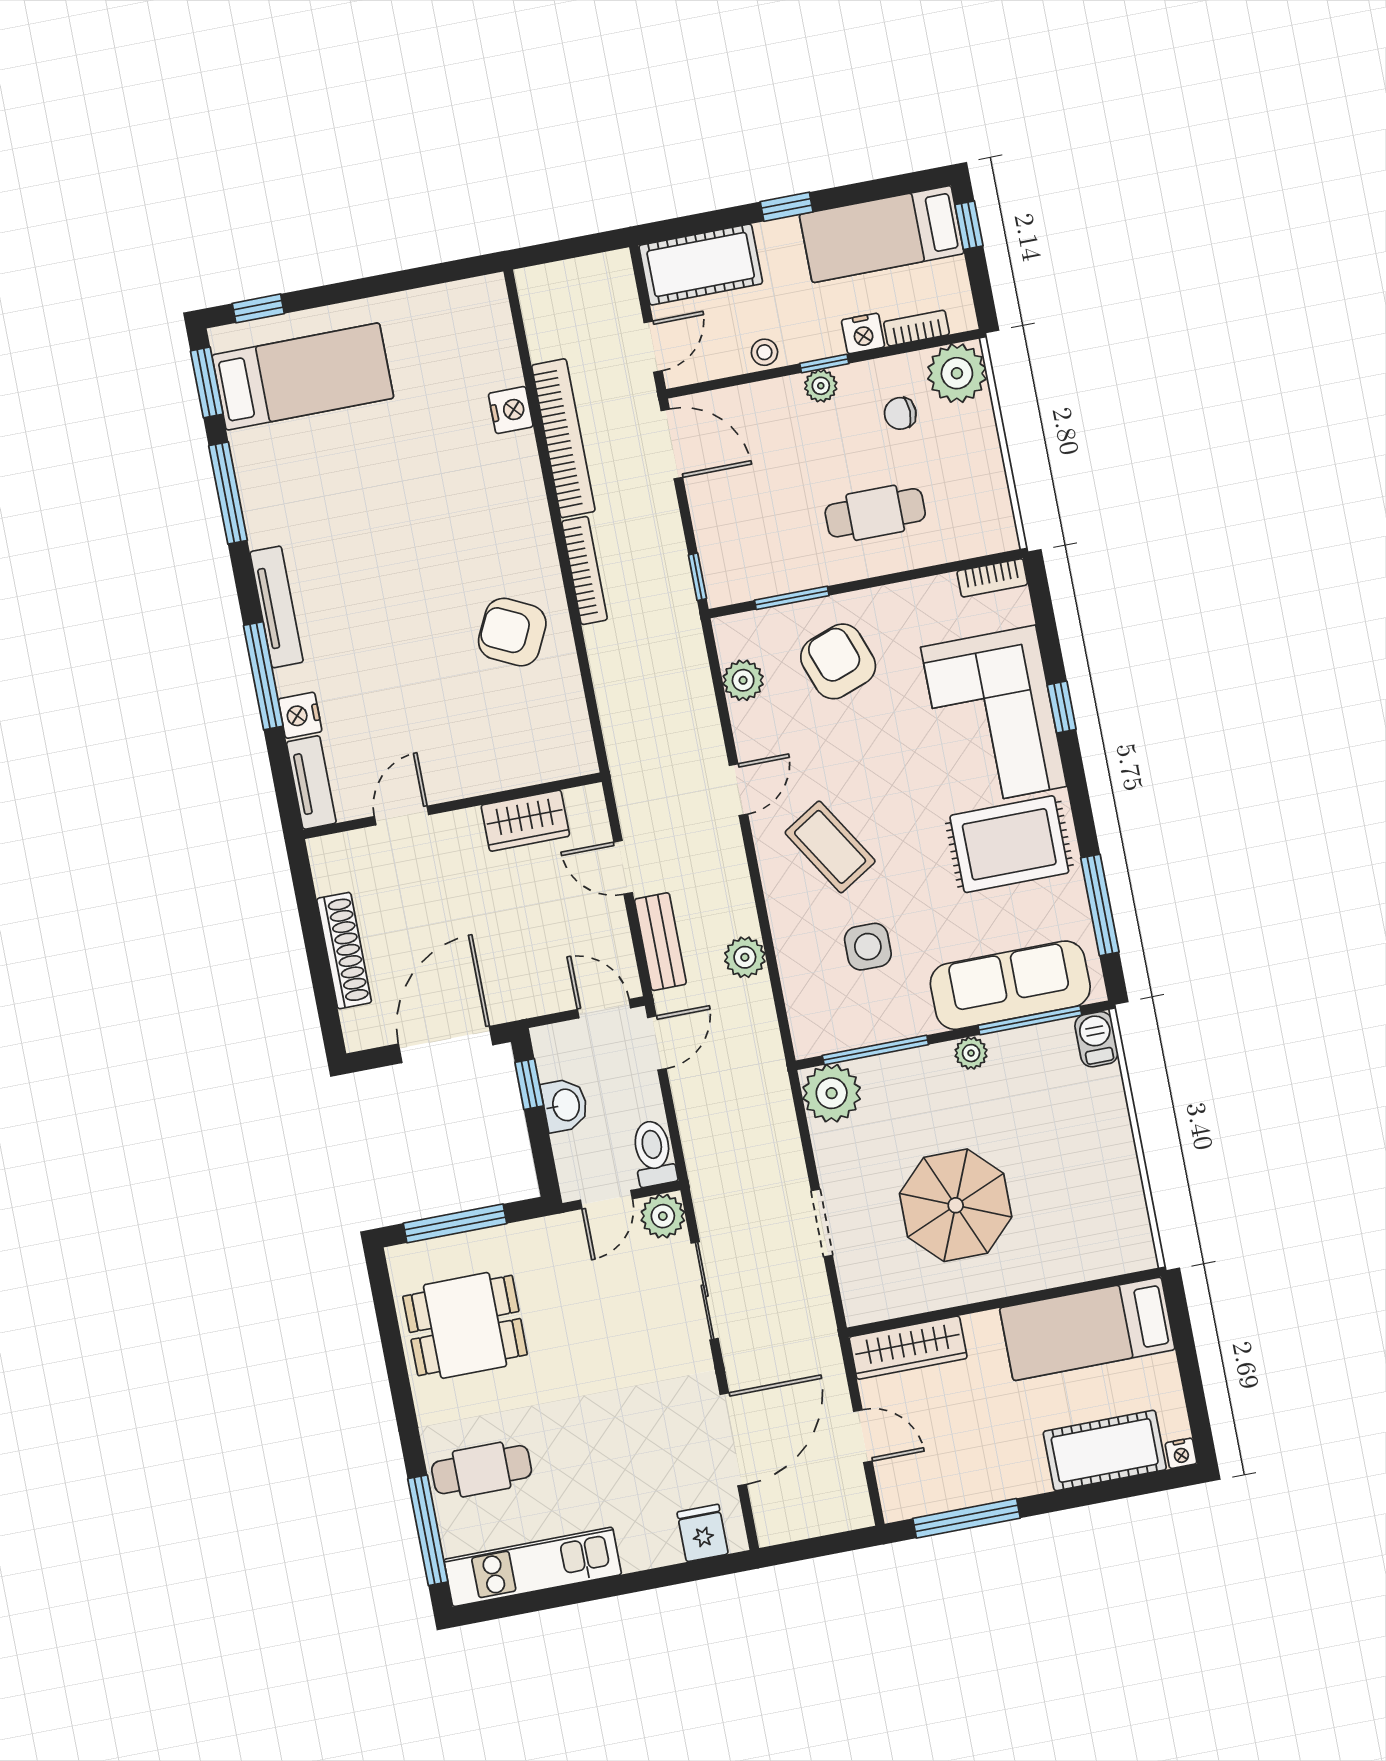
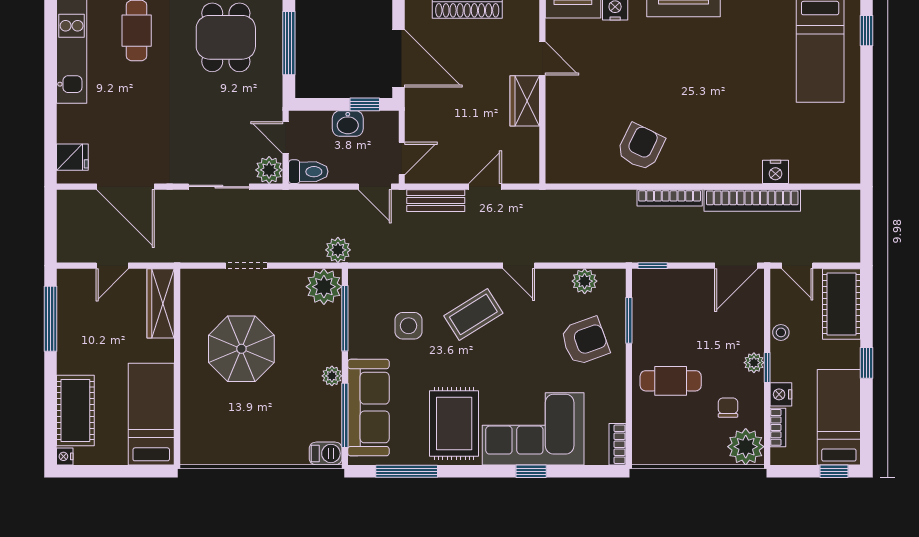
cafe table: (875, 513) -> (671, 381), turned 90
wardrobe: (525, 821) -> (525, 101), moved
plant: (745, 957) -> (338, 250), moved

